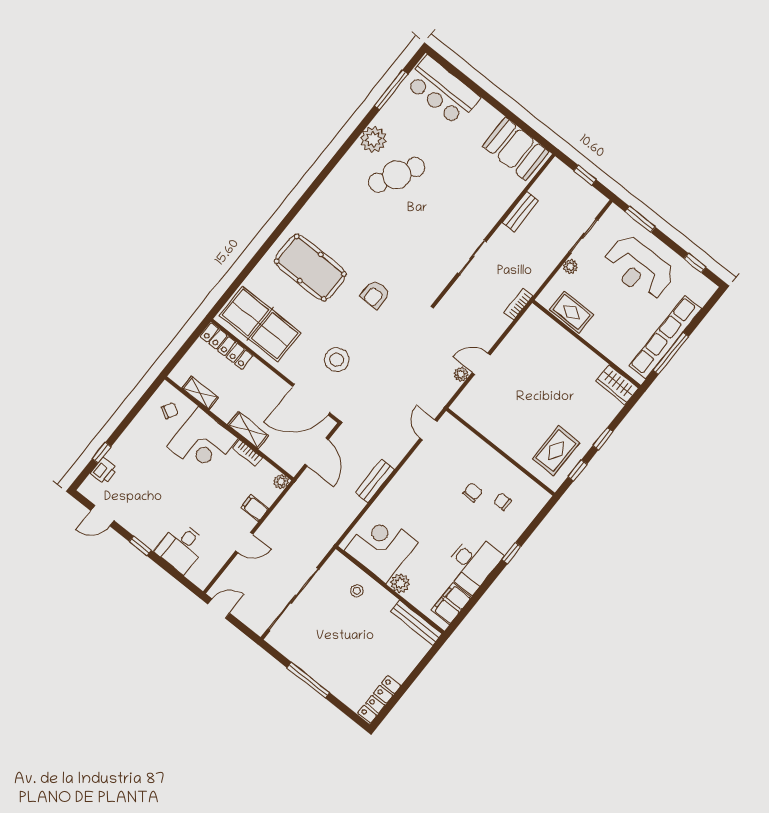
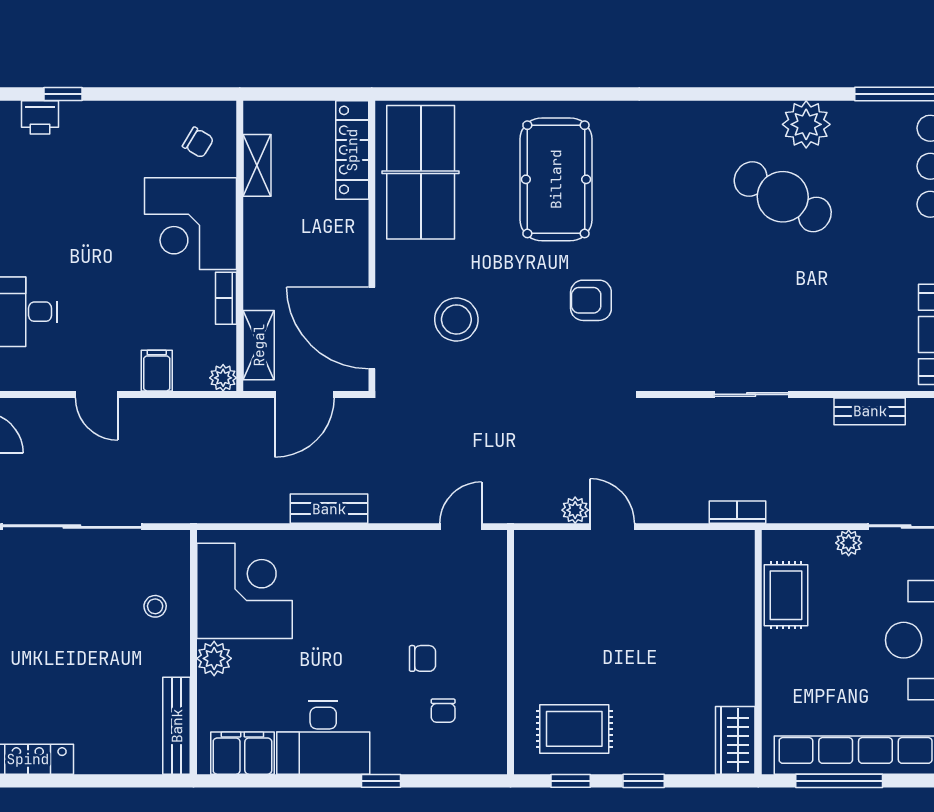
shelving: (248, 430) -> (259, 345), moved
chair: (503, 502) -> (443, 711), turned 180

